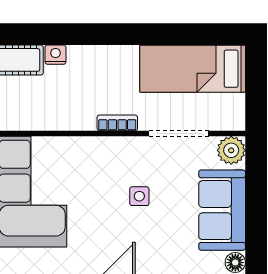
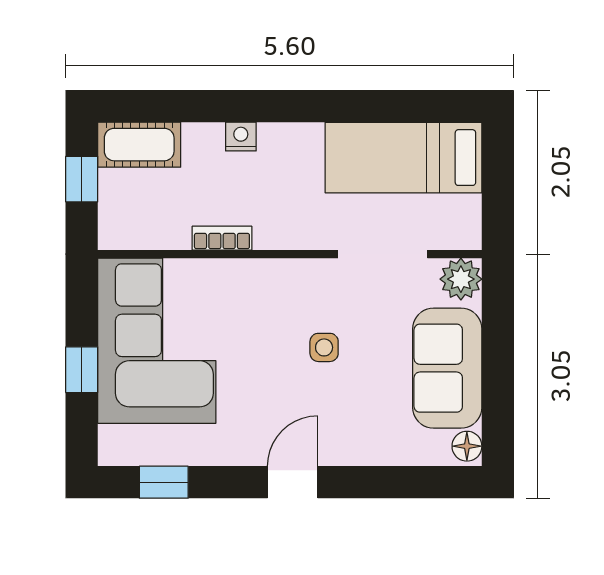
nightstand: (56, 55) -> (241, 137), moved
bookcase: (117, 123) -> (222, 238), moved

